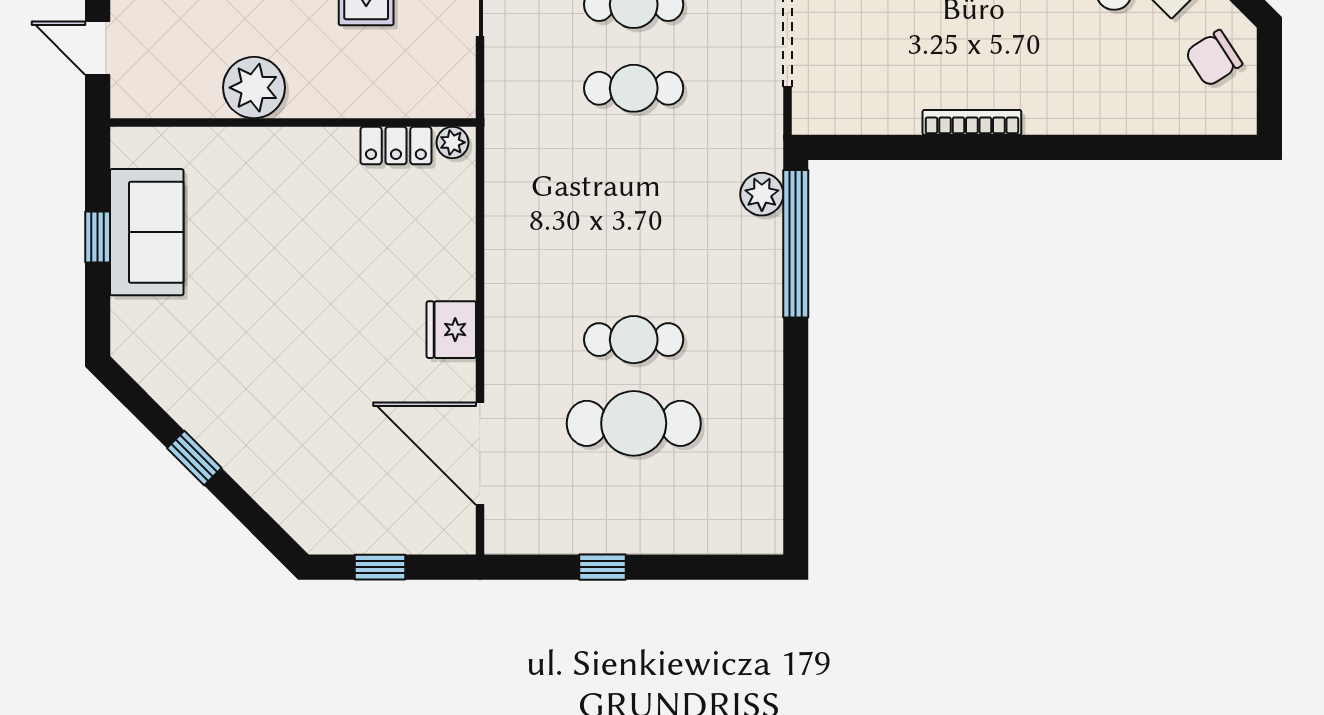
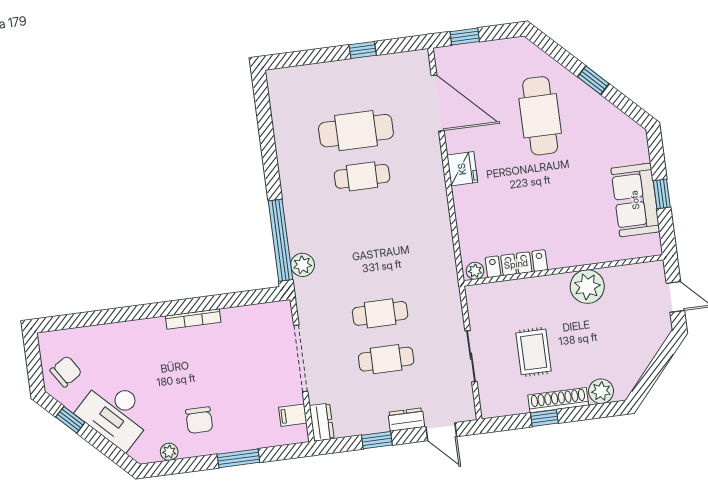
locker: (396, 146) -> (516, 264), width x1.53
cafe table: (298, 406) -> (540, 116), added
window: (380, 567) -> (465, 37), moved

